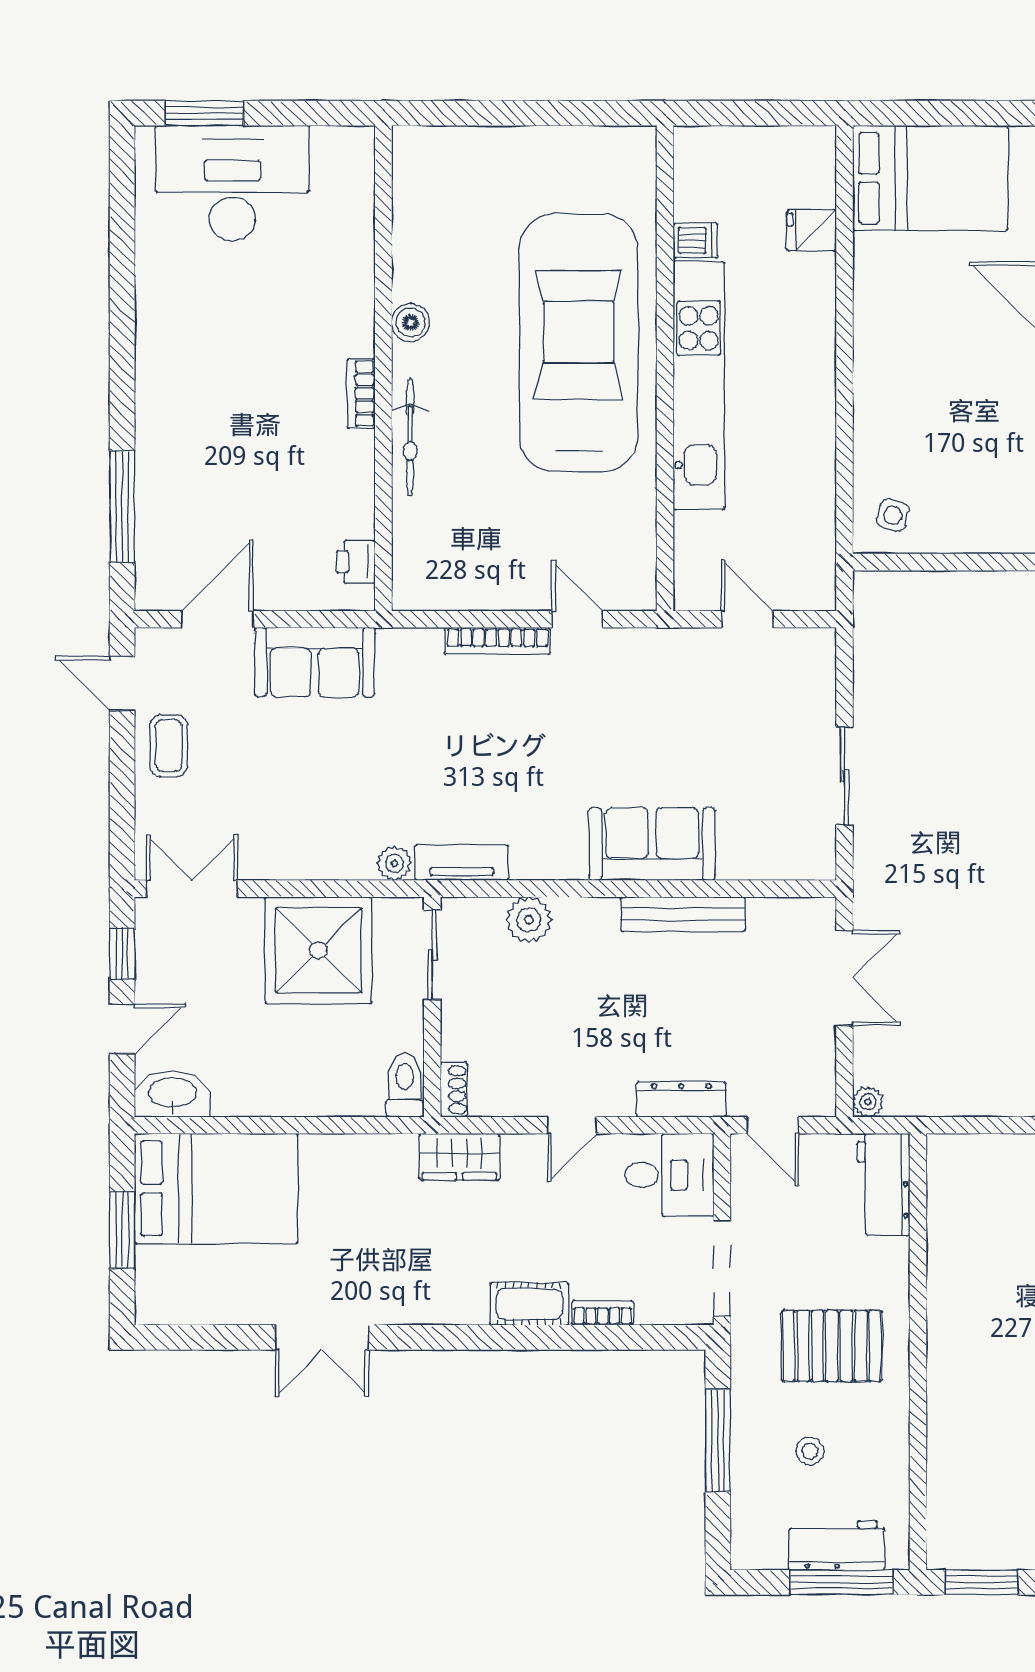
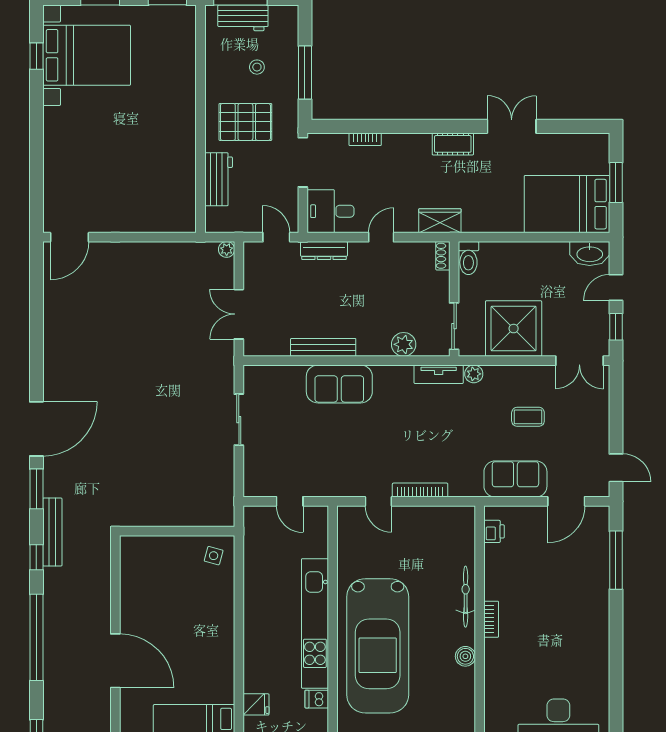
coffee table: (169, 746) -> (528, 417), moved, turned 90
workbench: (883, 1184) -> (219, 179), moved
cot: (529, 1304) -> (453, 144), moved

